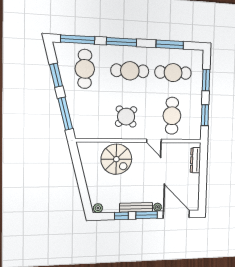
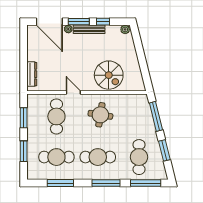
round table: (126, 117) -> (100, 115), turned -38
spiral stairs: (116, 159) -> (109, 75), turned 180

